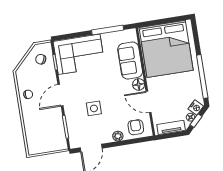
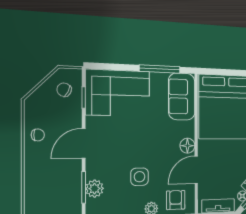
sofa: (130, 60) -> (182, 97), moved
door: (149, 102) -> (196, 170), hinge flipped
side table: (94, 108) -> (139, 177), moved
plant: (73, 127) -> (95, 189), added

